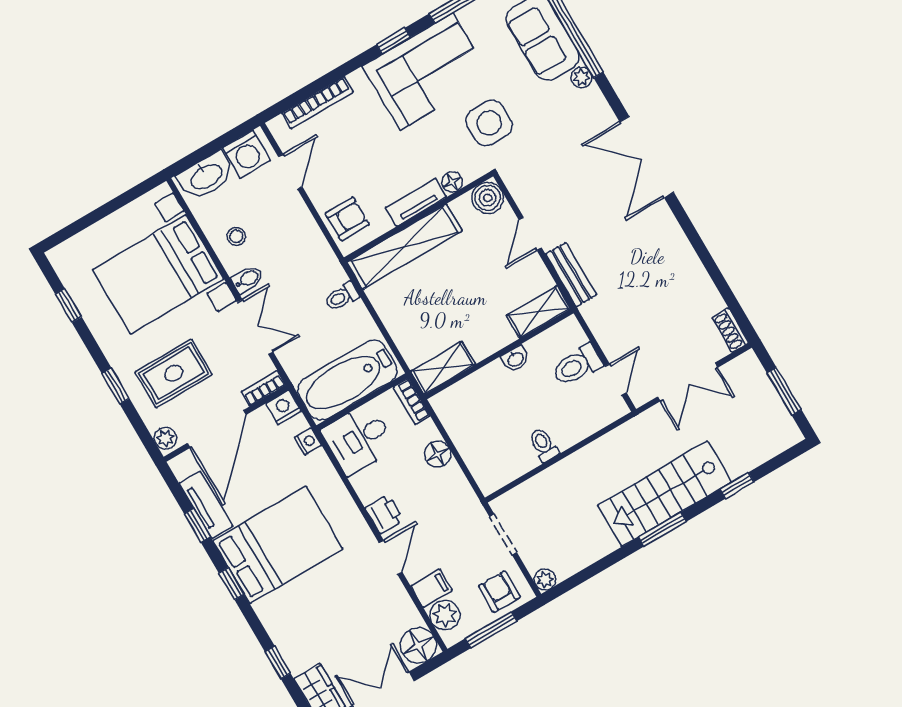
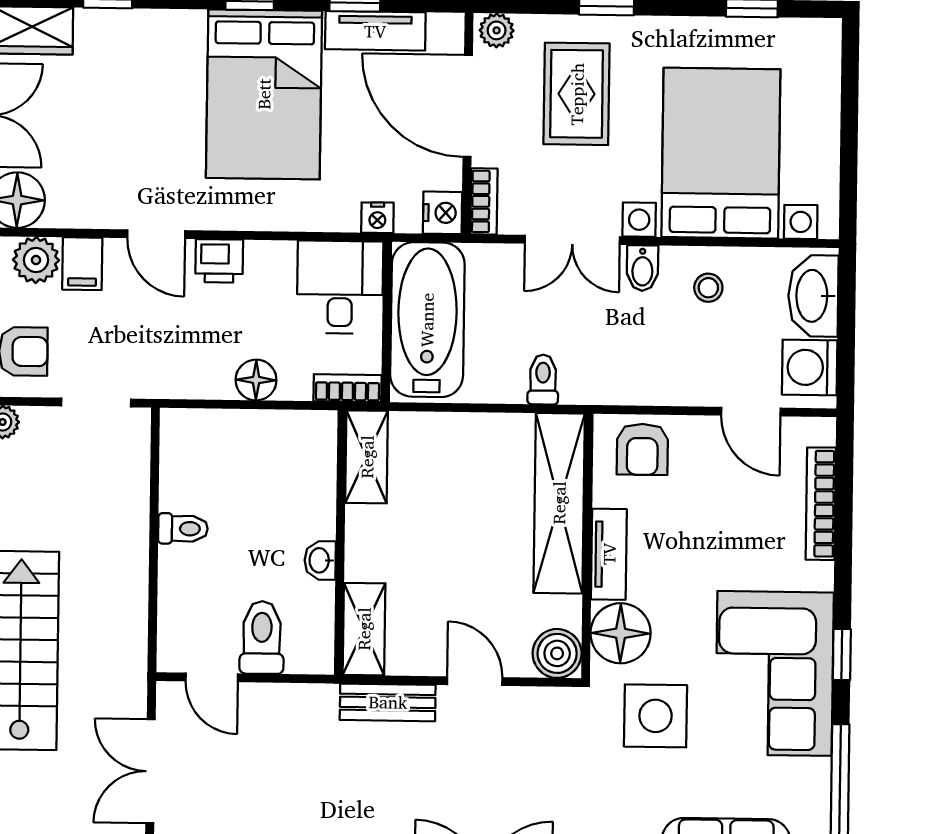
floor lamp: (452, 182) -> (621, 633), width x1.89, depth x1.89

